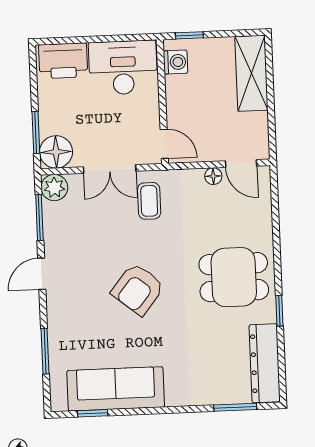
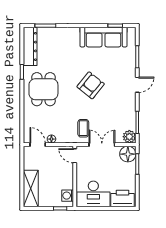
door: (42, 274) -> (137, 85), moved
dining table: (234, 277) -> (43, 89), turned 90

